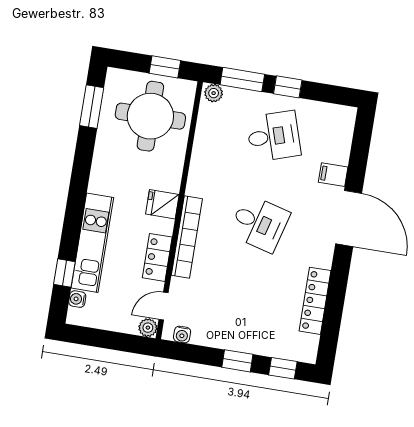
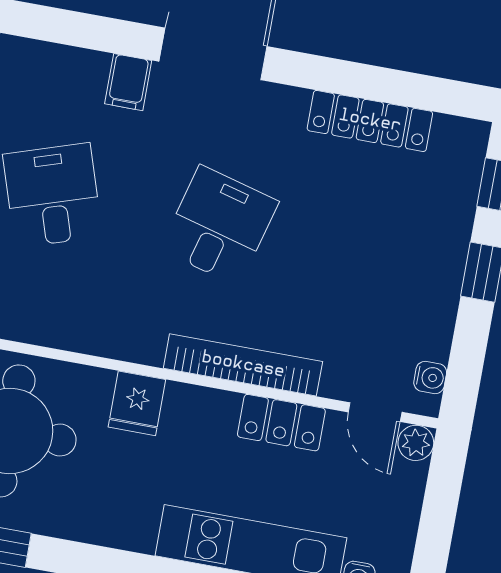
fridge: (162, 204) -> (137, 403), moved

